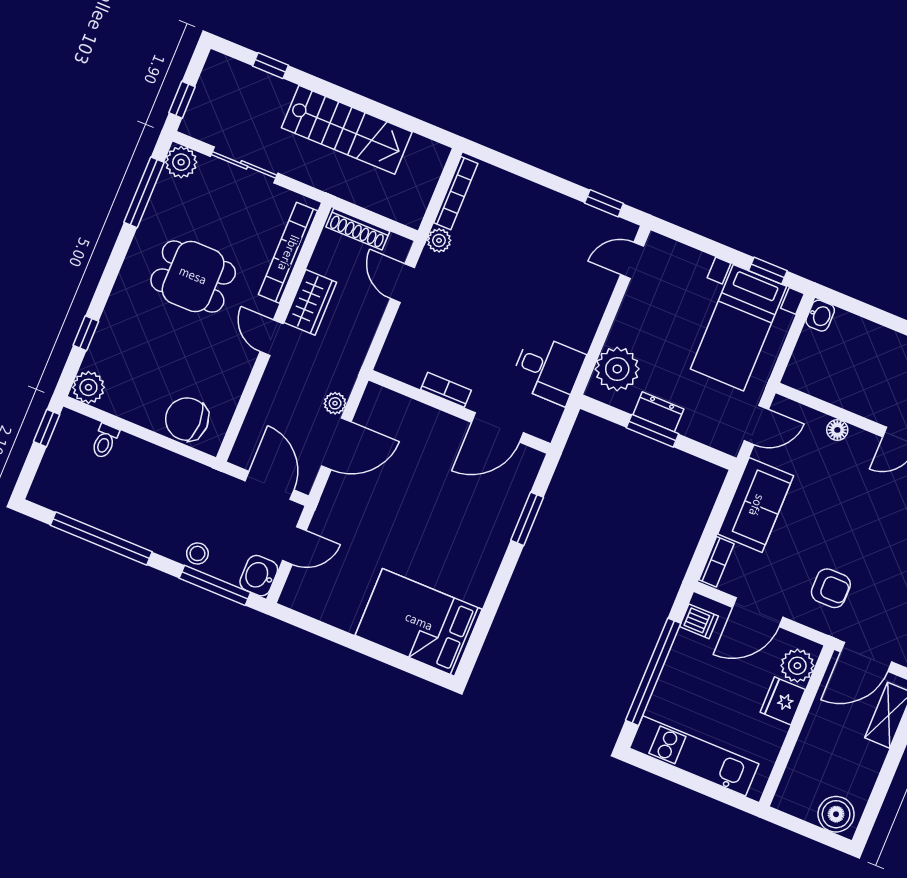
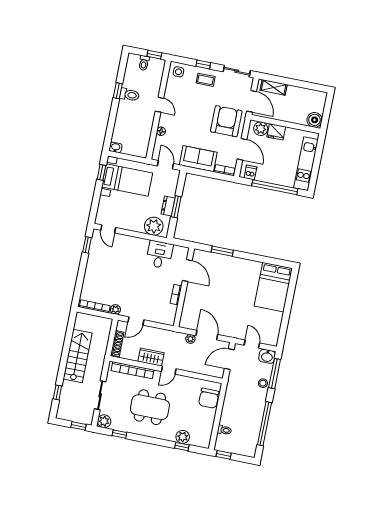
window: (144, 192) -> (119, 434), width x0.46
dining table: (193, 276) -> (150, 407), width x1.37
plant: (88, 387) -> (183, 437), moved
armchair: (831, 588) -> (226, 121), width x1.88, depth x1.88
boiler: (836, 814) -> (315, 120), moved

